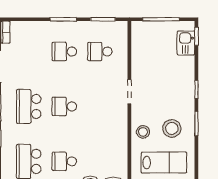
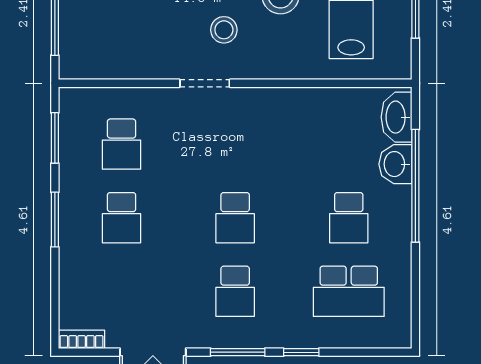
school desk: (29, 106) -> (235, 291), width x0.54
stool: (143, 132) -> (224, 30), moved

